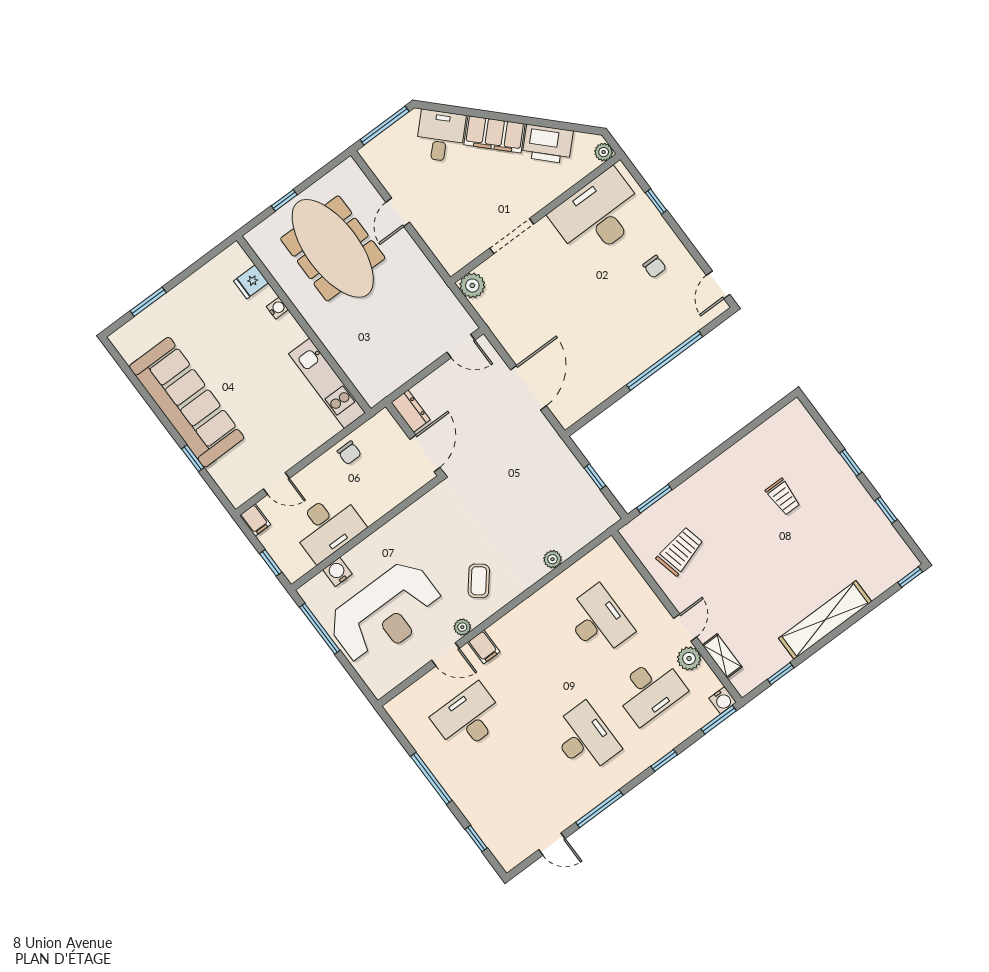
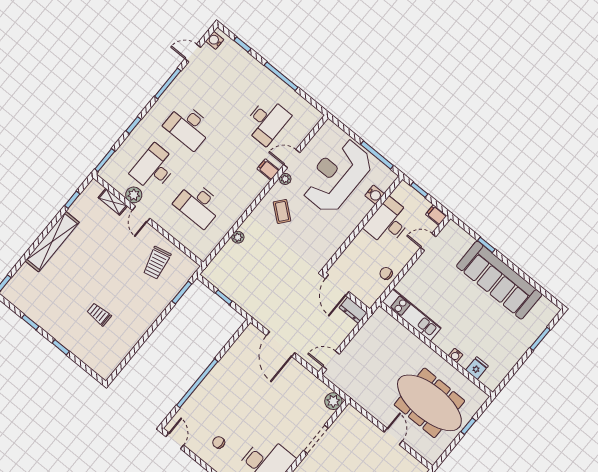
water cooler: (723, 700) -> (215, 40), moved

